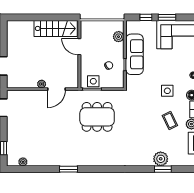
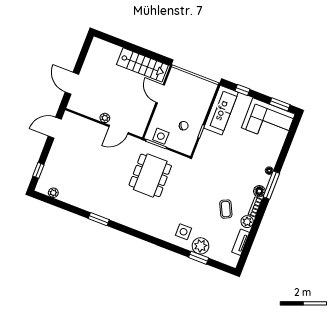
window: (167, 17) -> (280, 104), moved
plant: (119, 37) -> (206, 99), removed
sofa: (135, 54) -> (221, 110), moved
side table: (167, 91) -> (184, 232), moved
dining table: (97, 117) -> (150, 175), turned 90

